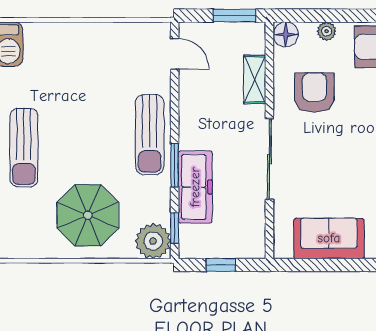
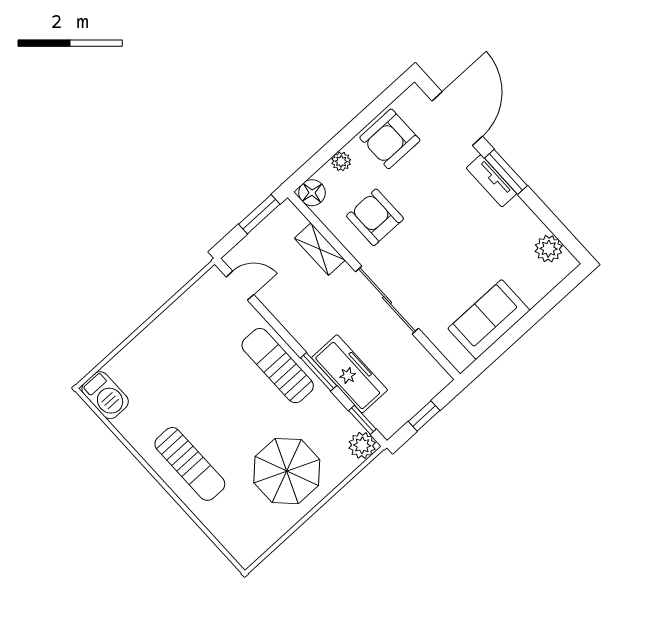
sun lounger: (150, 135) -> (278, 366), turned 180
plant: (153, 241) -> (362, 445), width x0.73, depth x0.73

